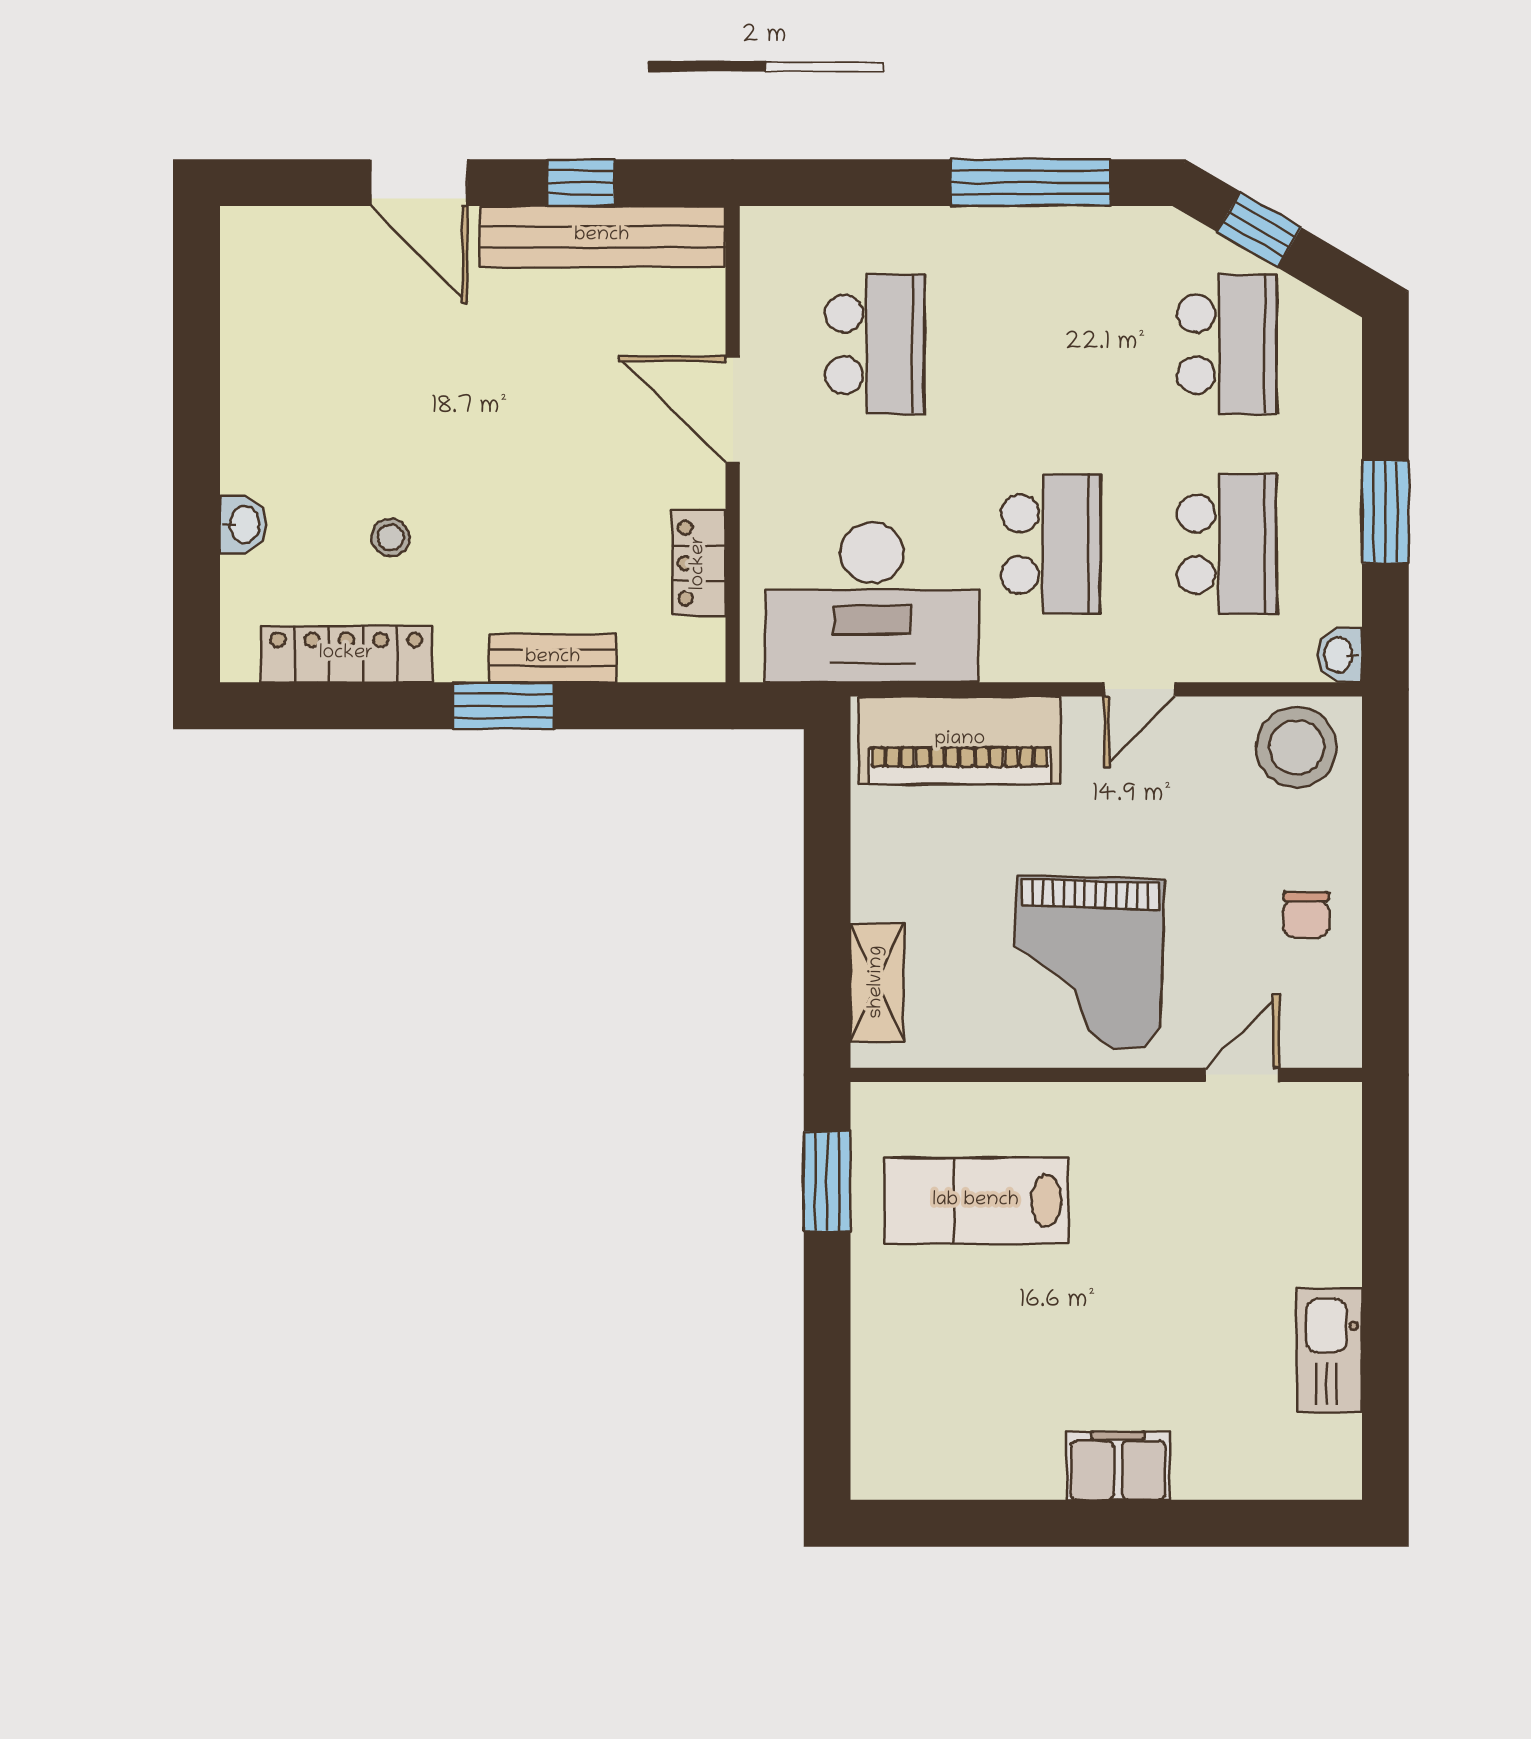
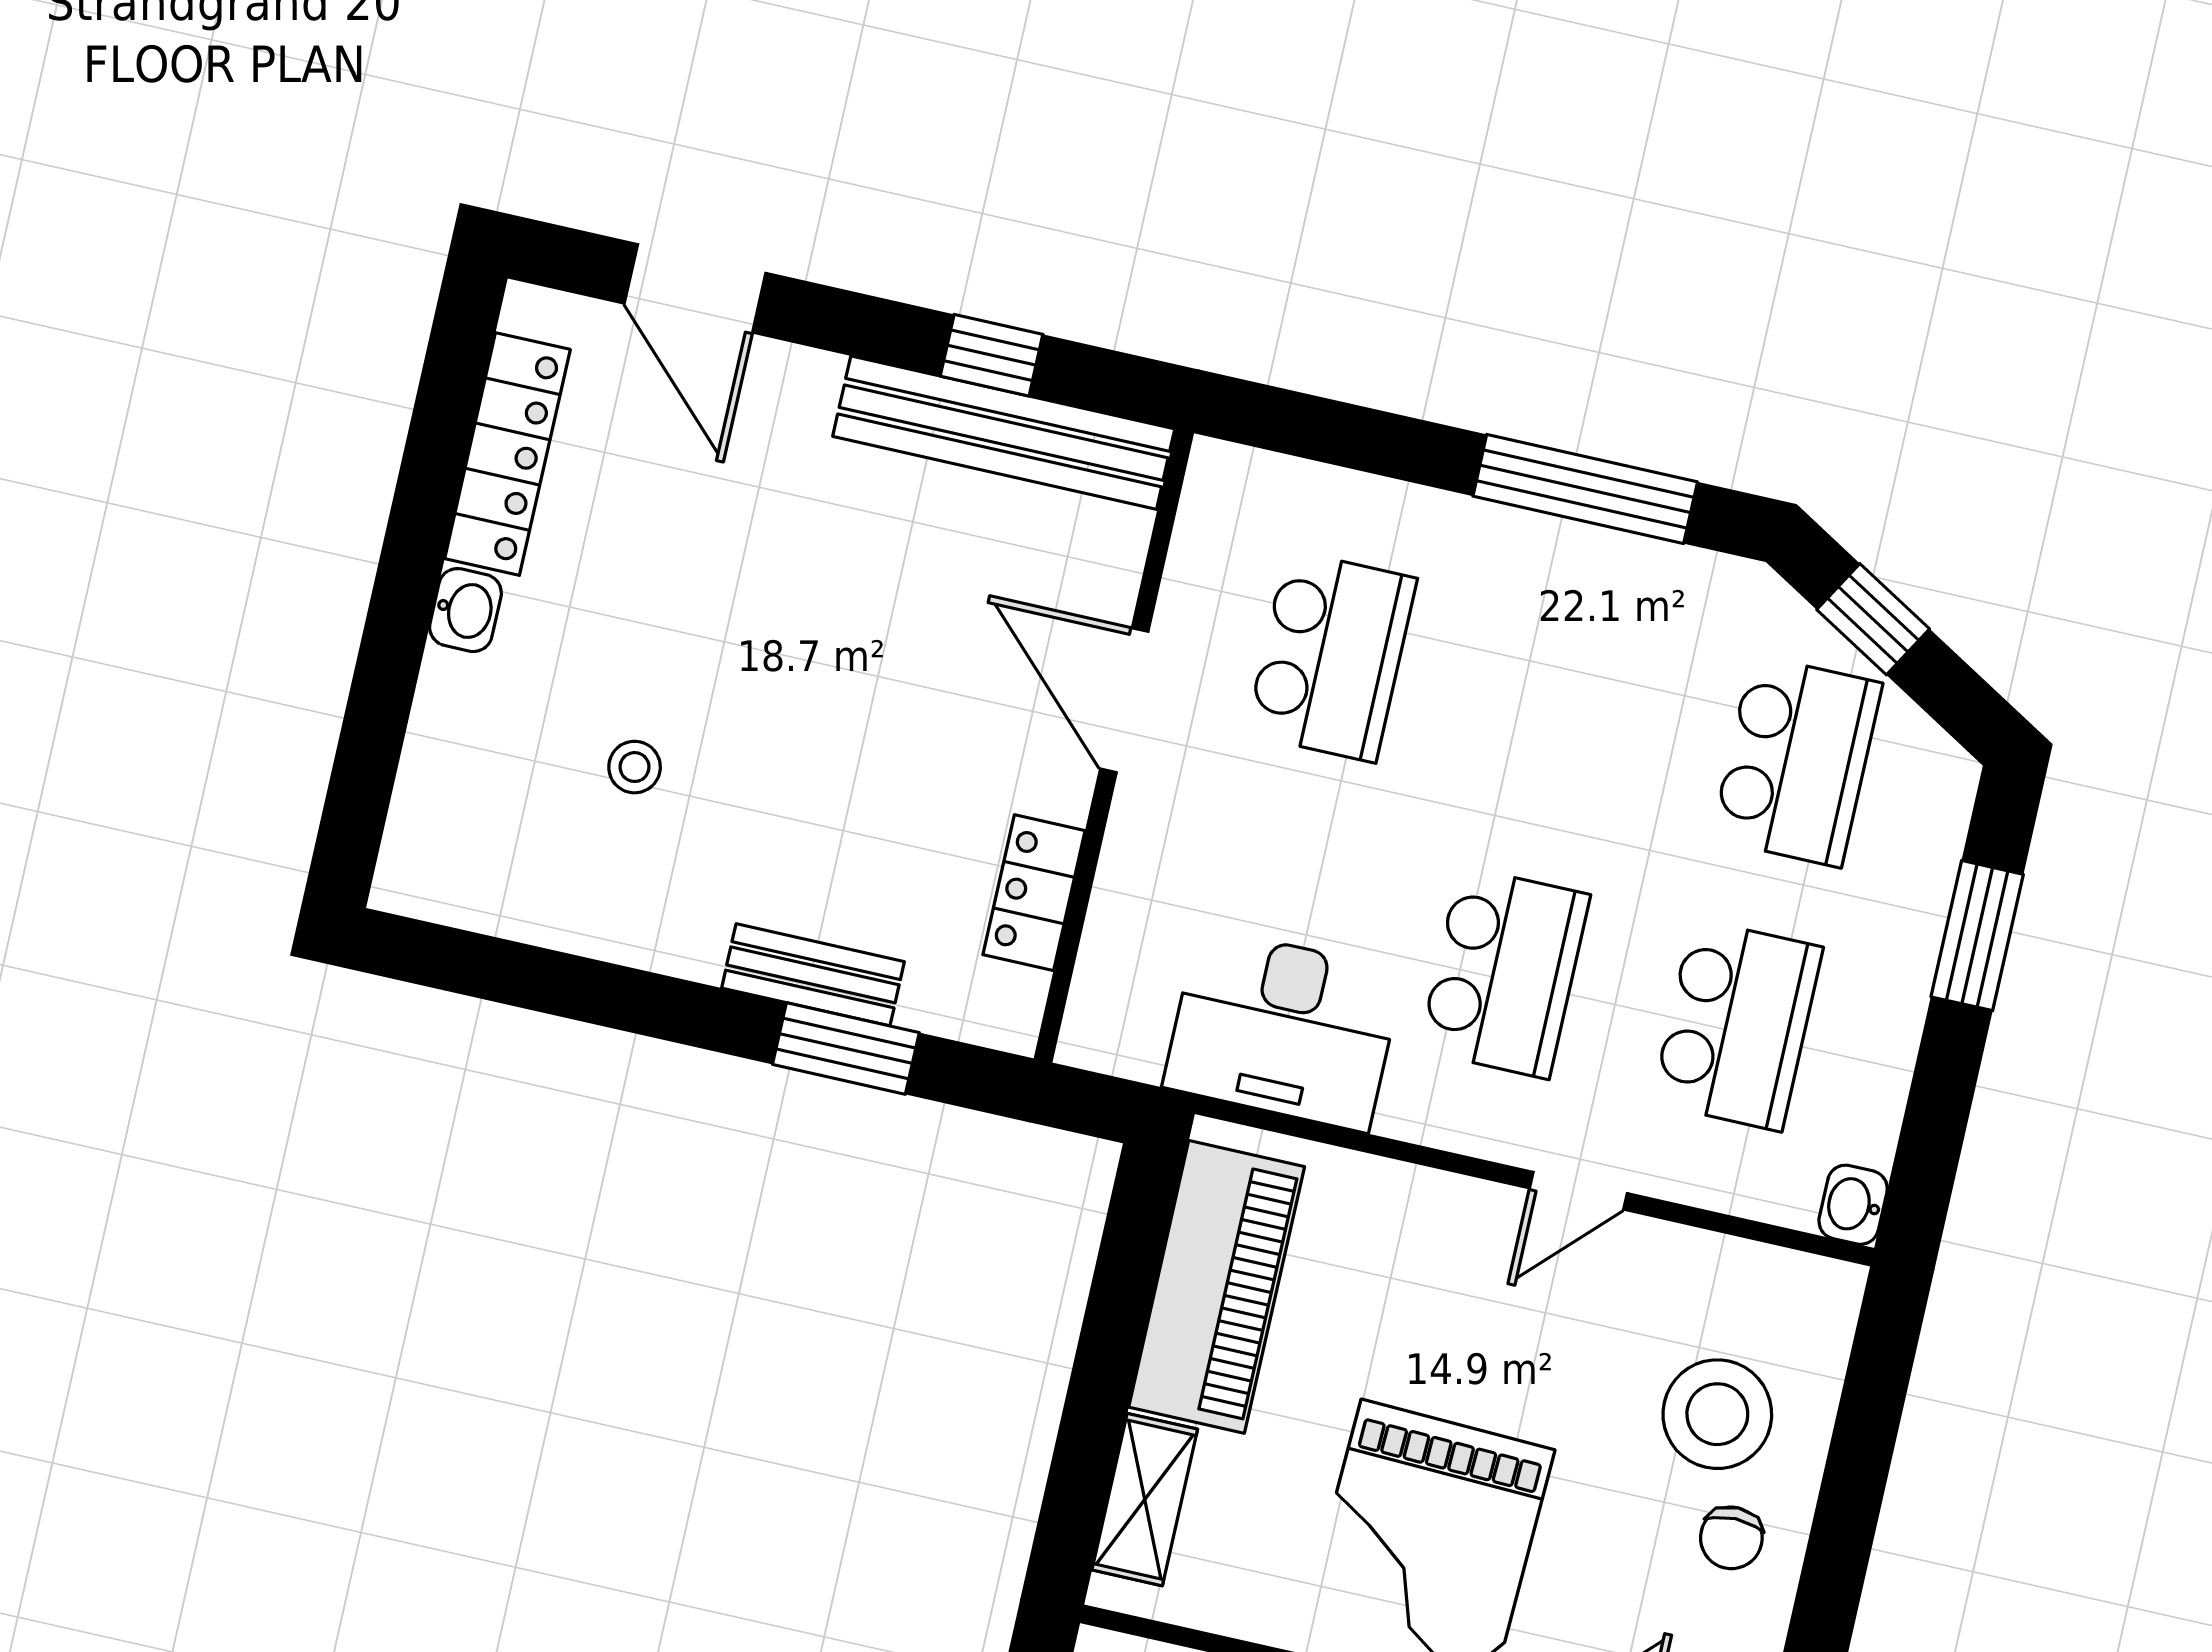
door: (419, 183) -> (695, 288), moved
window: (1385, 512) -> (1977, 936), moved
washbasin: (243, 524) -> (465, 610), moved
desk: (872, 602) -> (1283, 1029), width x0.73, depth x0.77
locker: (346, 654) -> (507, 454), moved, turned 90
window: (504, 706) -> (846, 1048), moved
piano: (960, 740) -> (1217, 1287), moved, turned -90
stool: (1297, 747) -> (1717, 1414), moved

